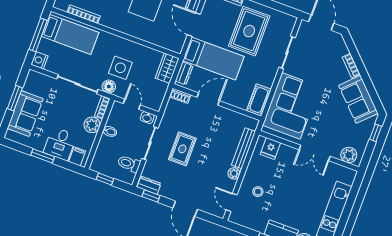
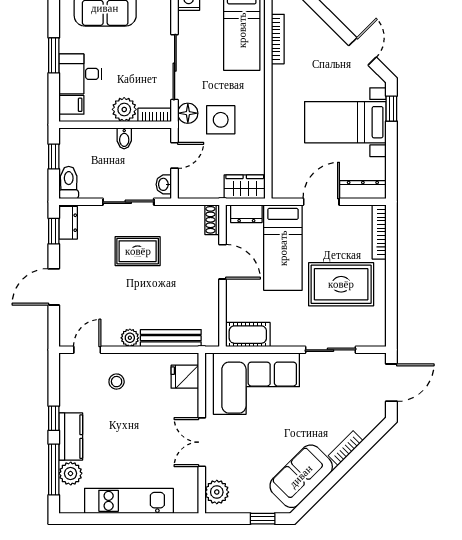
toilet: (129, 164) -> (69, 183), moved

